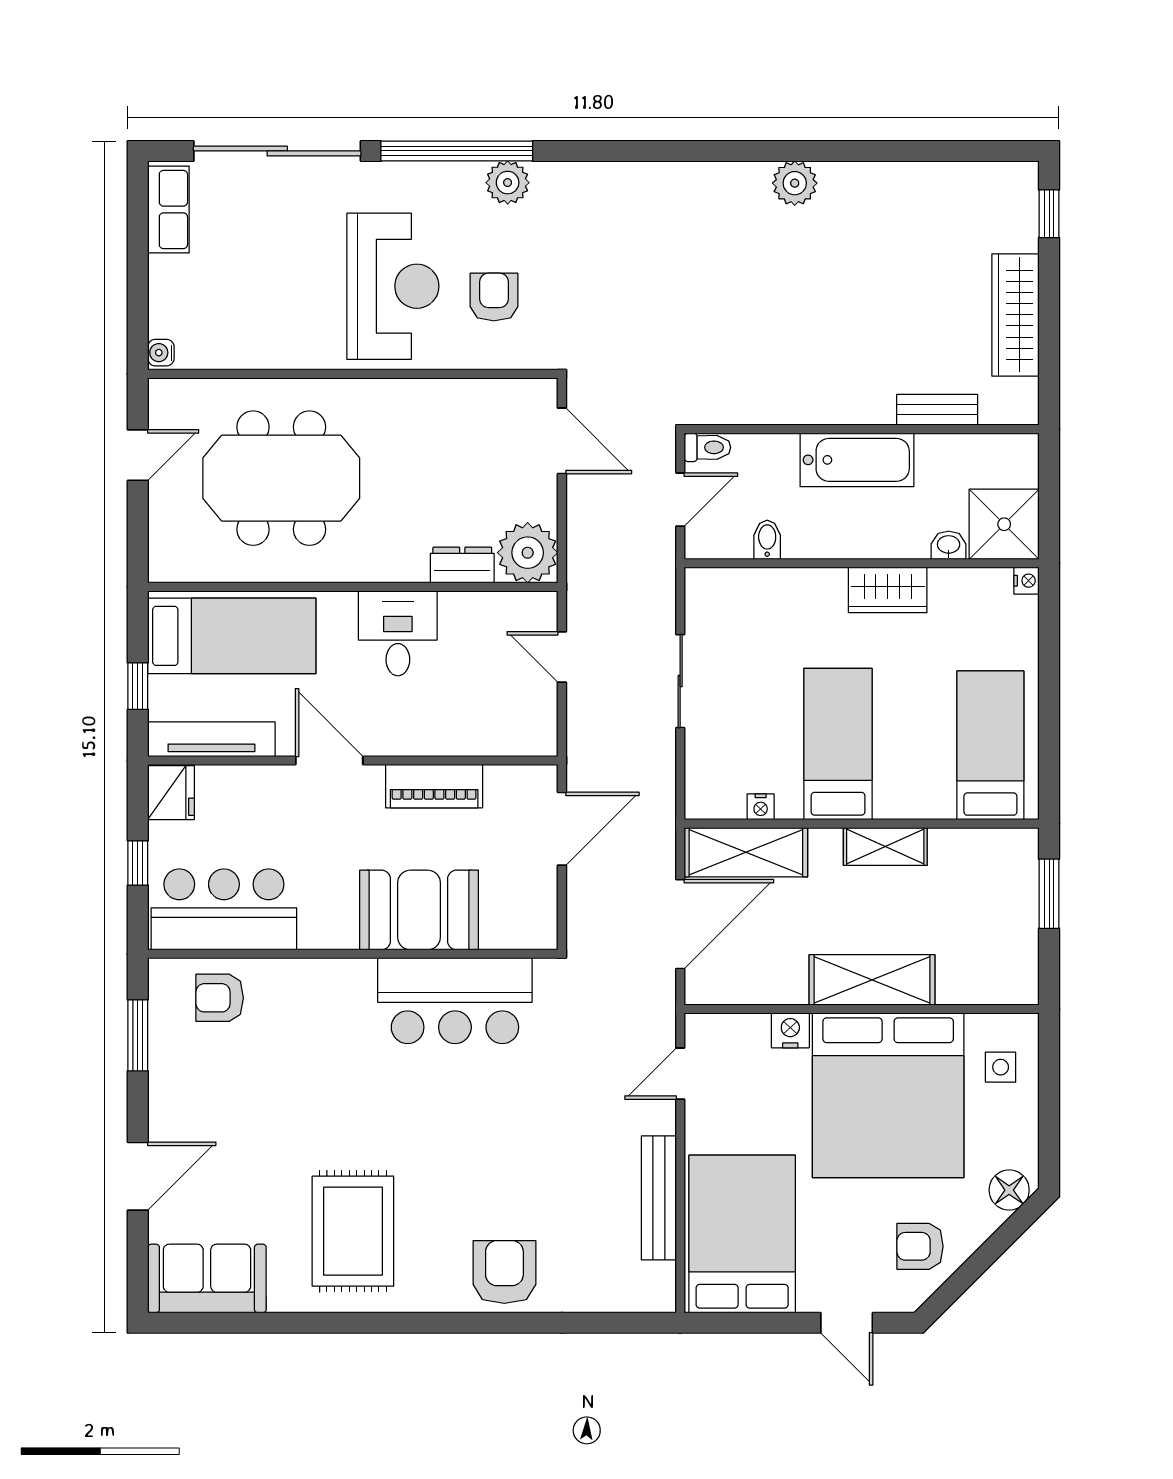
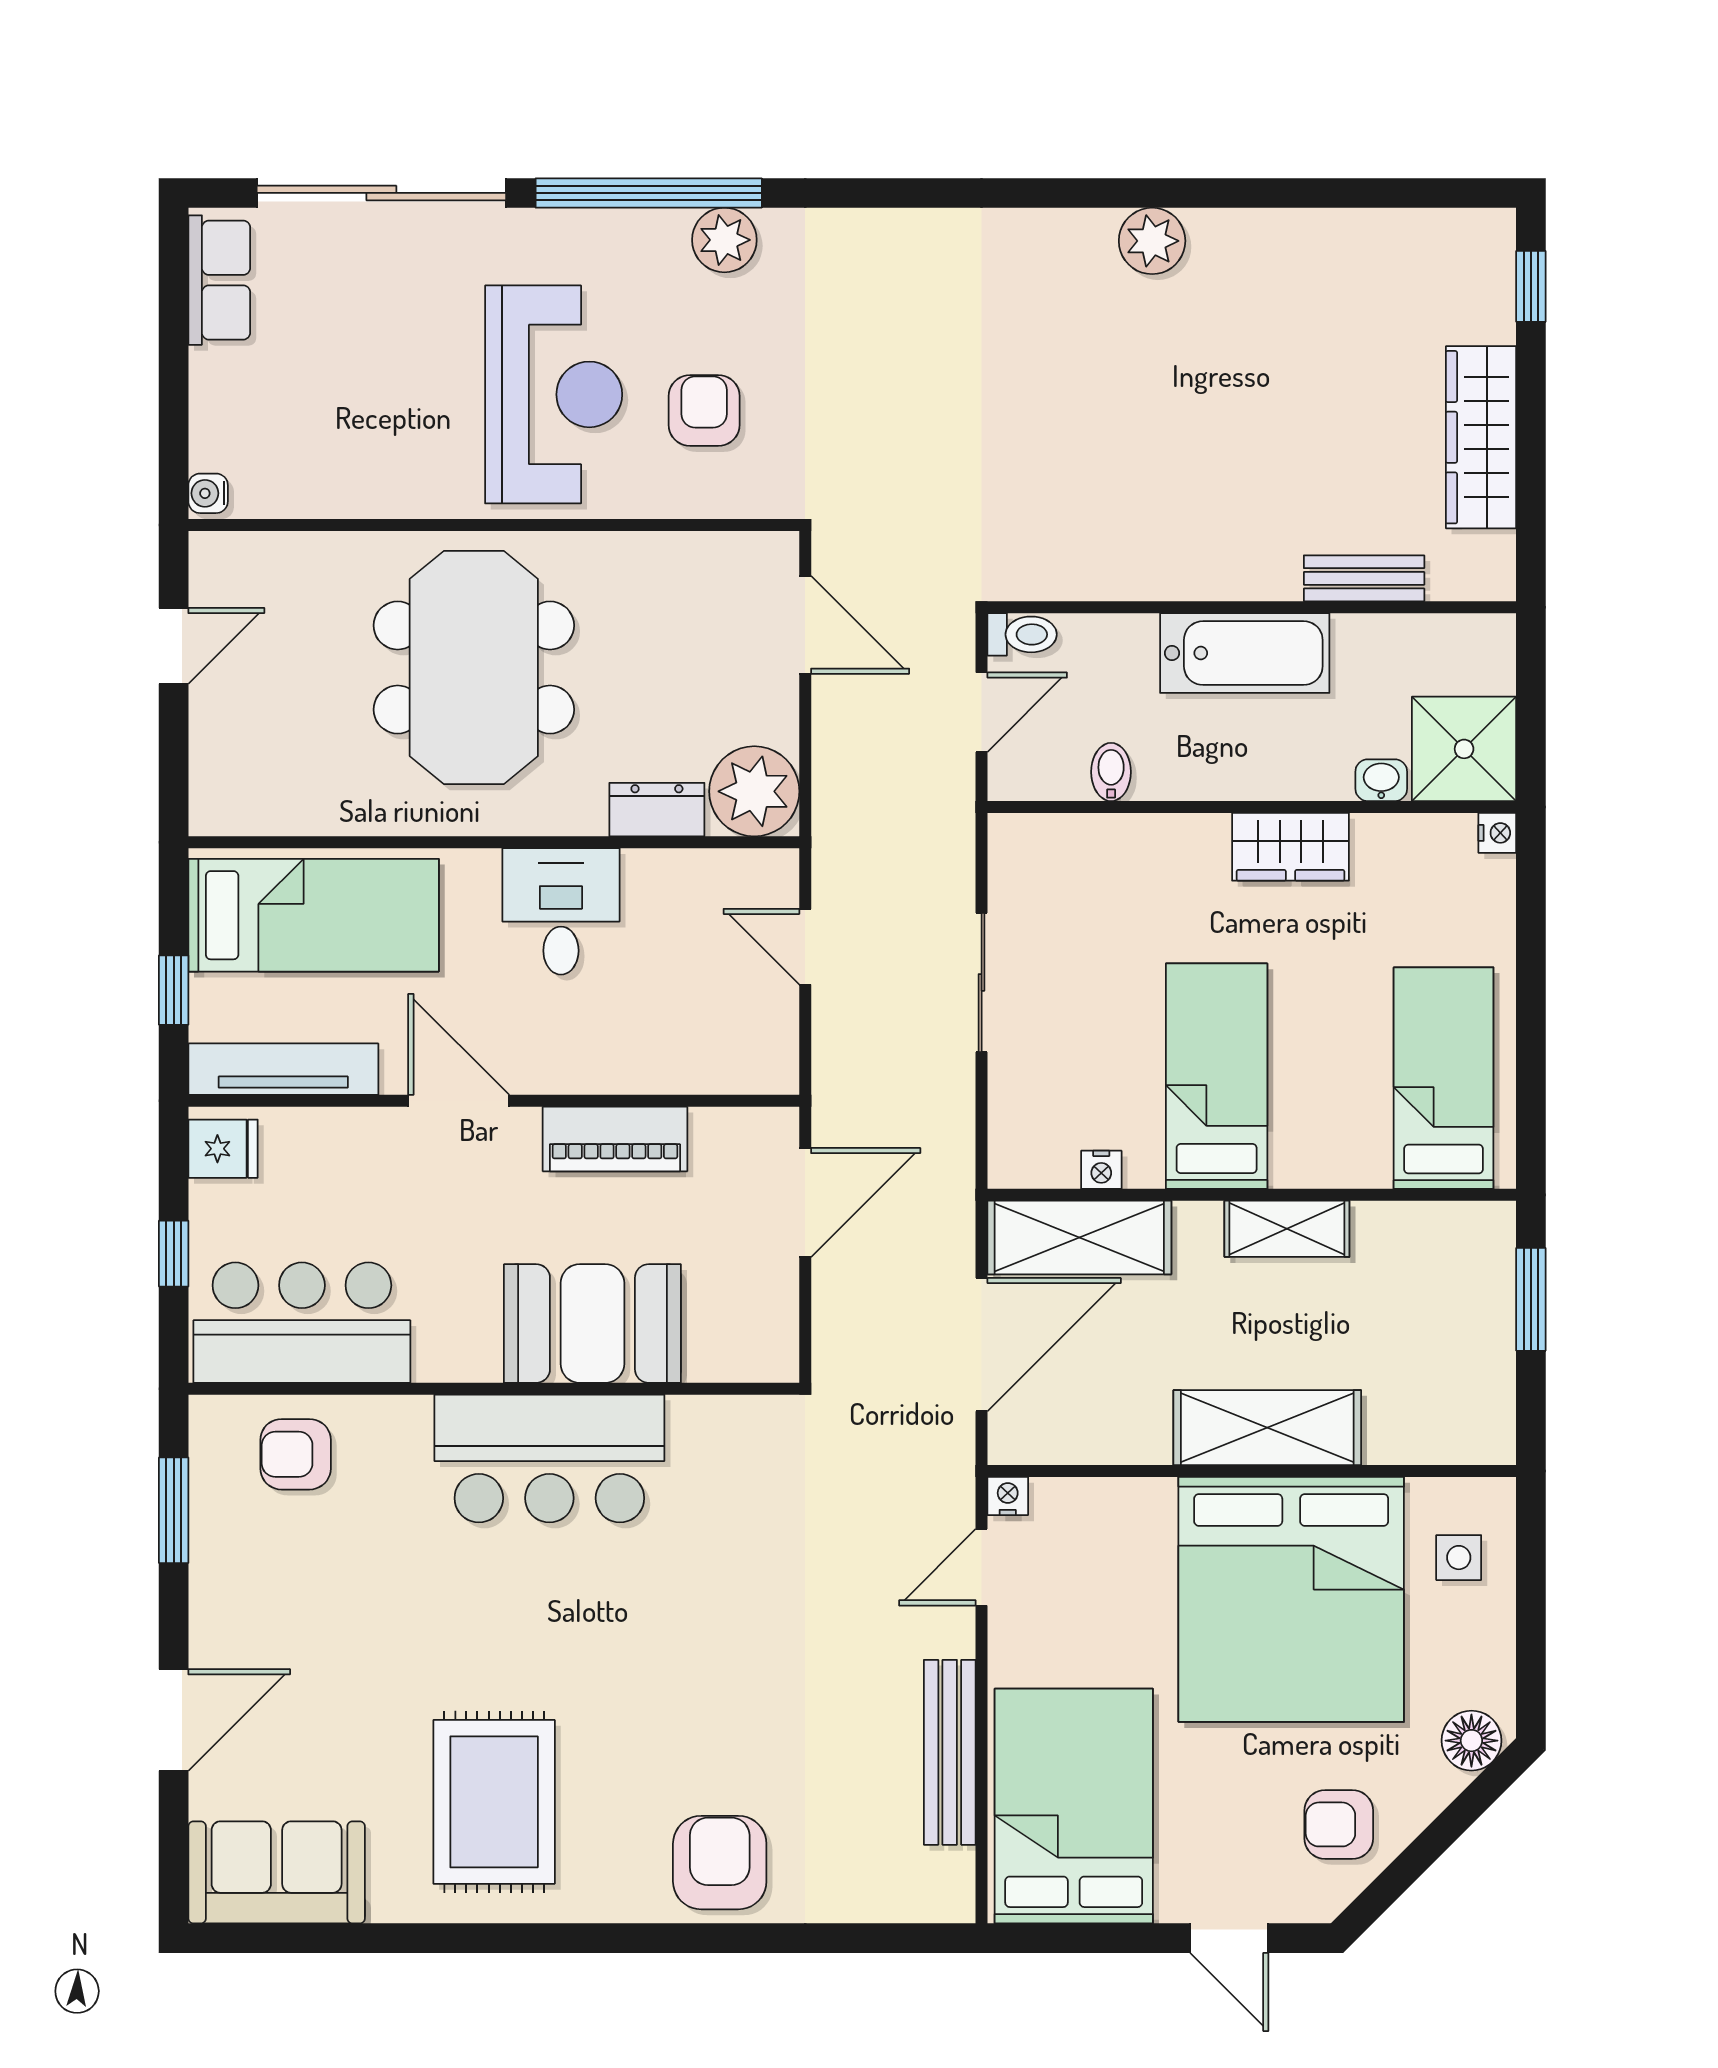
meeting table: (281, 478) -> (474, 668), moved, turned 90
fridge: (171, 793) -> (223, 1149), width x0.72
bar counter: (455, 1001) -> (549, 1459), moved
nightstand: (790, 1030) -> (1008, 1496), moved, width x0.72, depth x0.74

